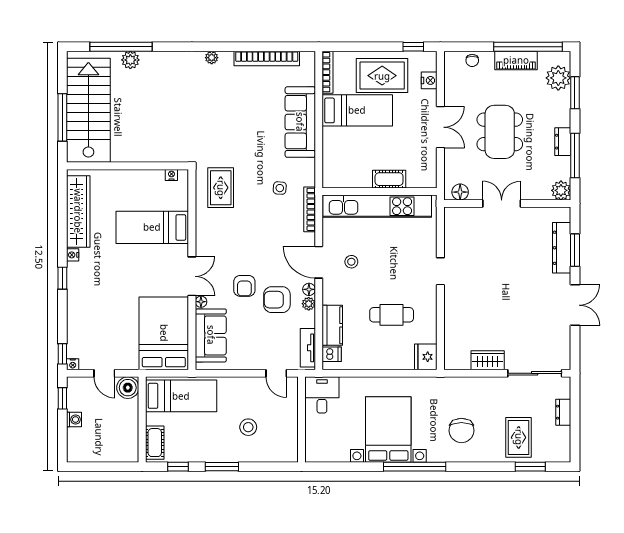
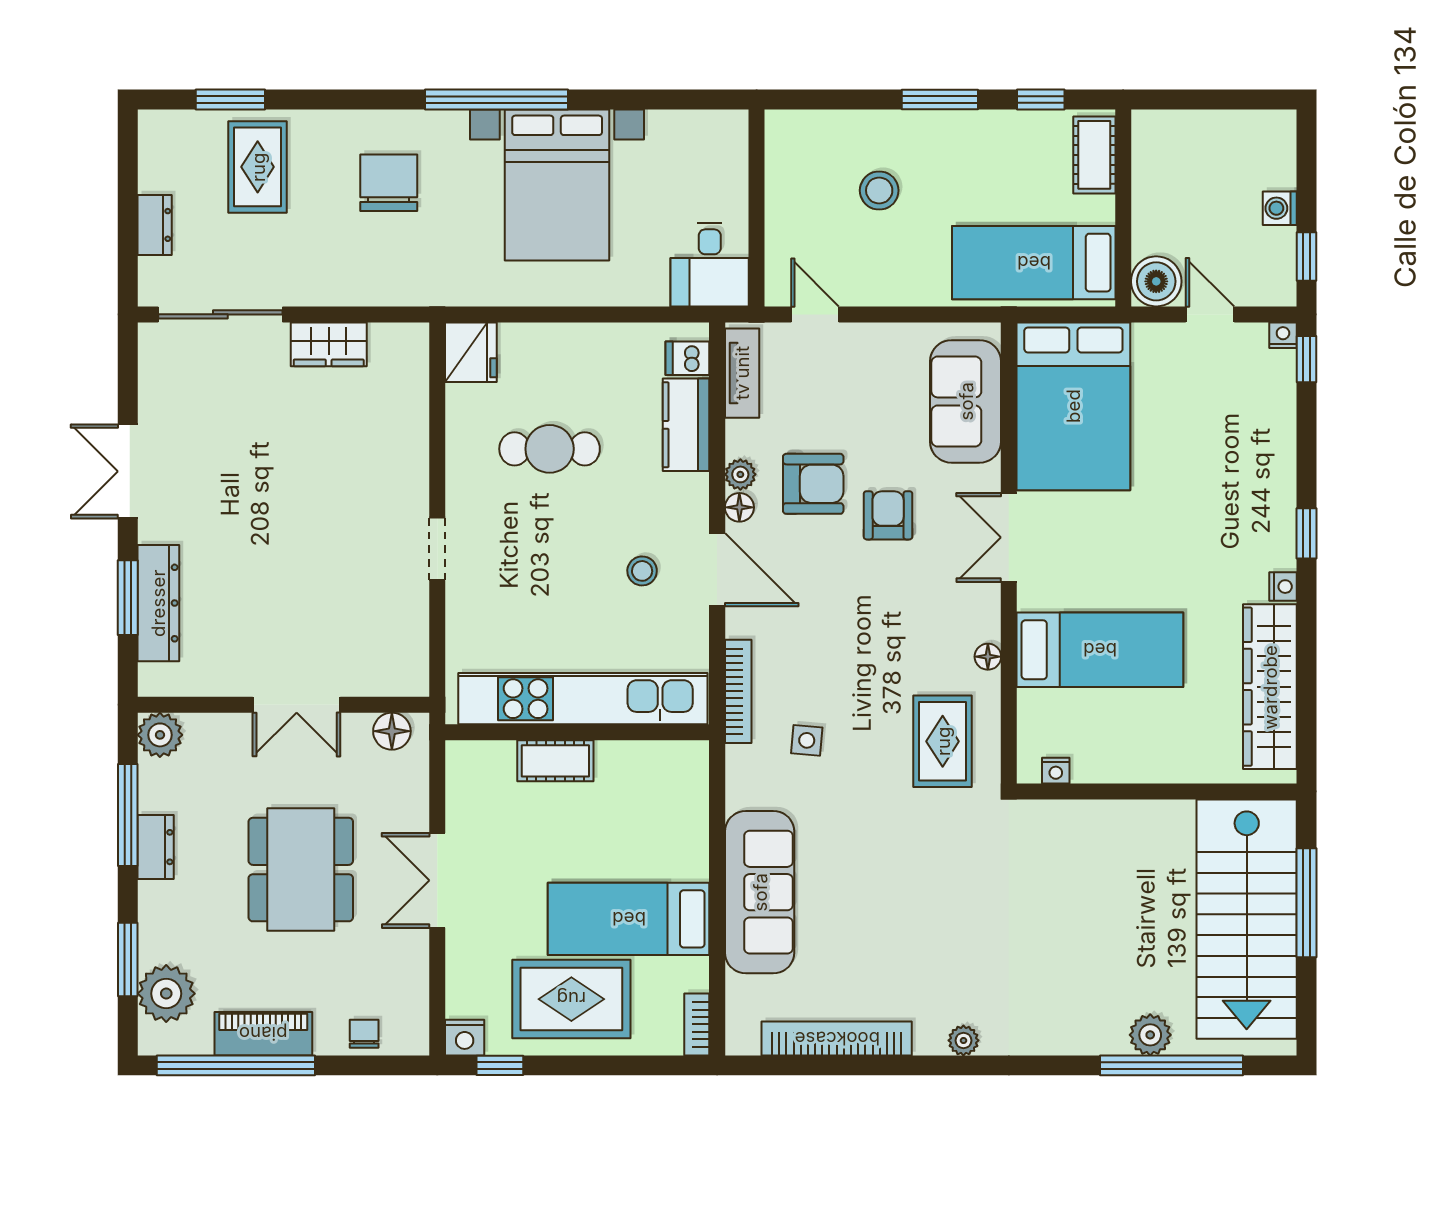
bookcase: (328, 72) -> (697, 1024), width x0.64
nightstand: (429, 80) -> (465, 1038), moved, turned -90
floor lamp: (201, 302) -> (988, 657), moved

